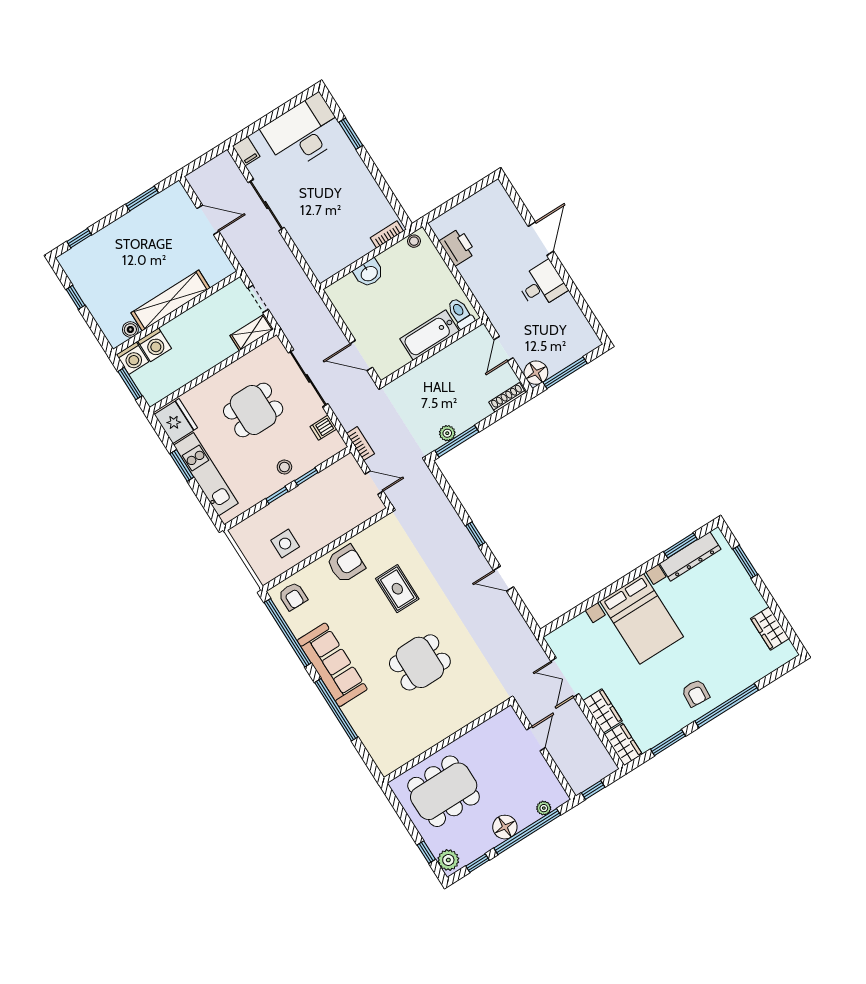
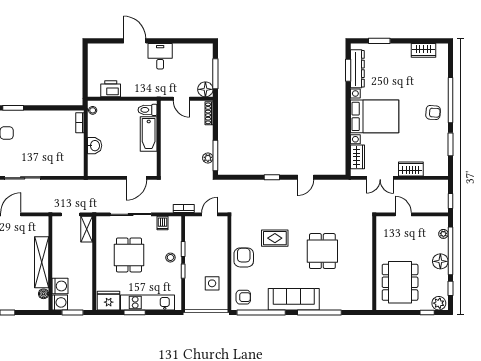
wardrobe: (623, 744) -> (357, 157), moved, turned 90

